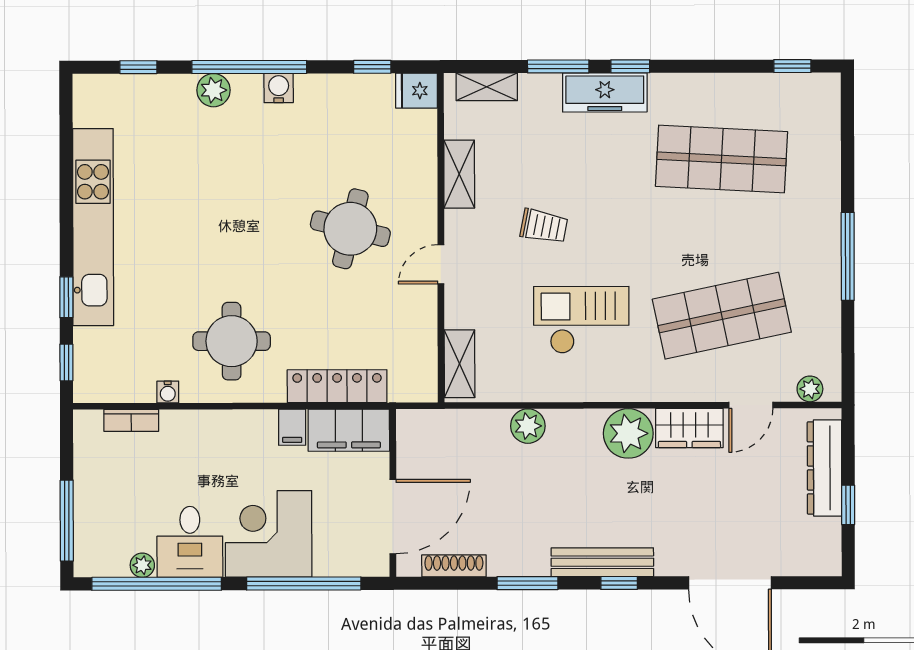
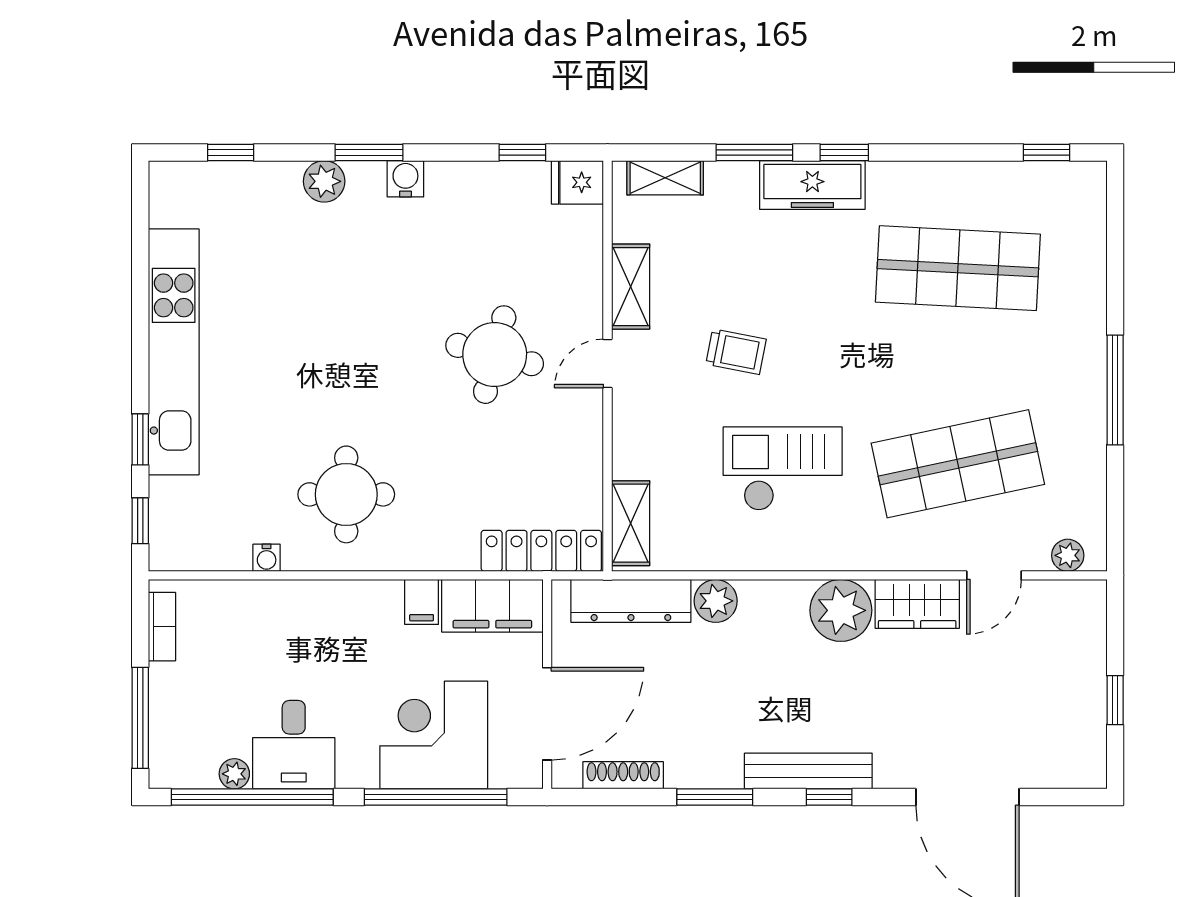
window: (249, 67) -> (369, 152), width x0.47
door: (441, 264) -> (607, 364), moved
locker: (337, 386) -> (541, 551), moved
bookcase: (131, 420) -> (162, 627), moved, turned -90
dresser: (824, 468) -> (631, 601), moved, turned -90
corner desk: (269, 534) -> (434, 735), moved

